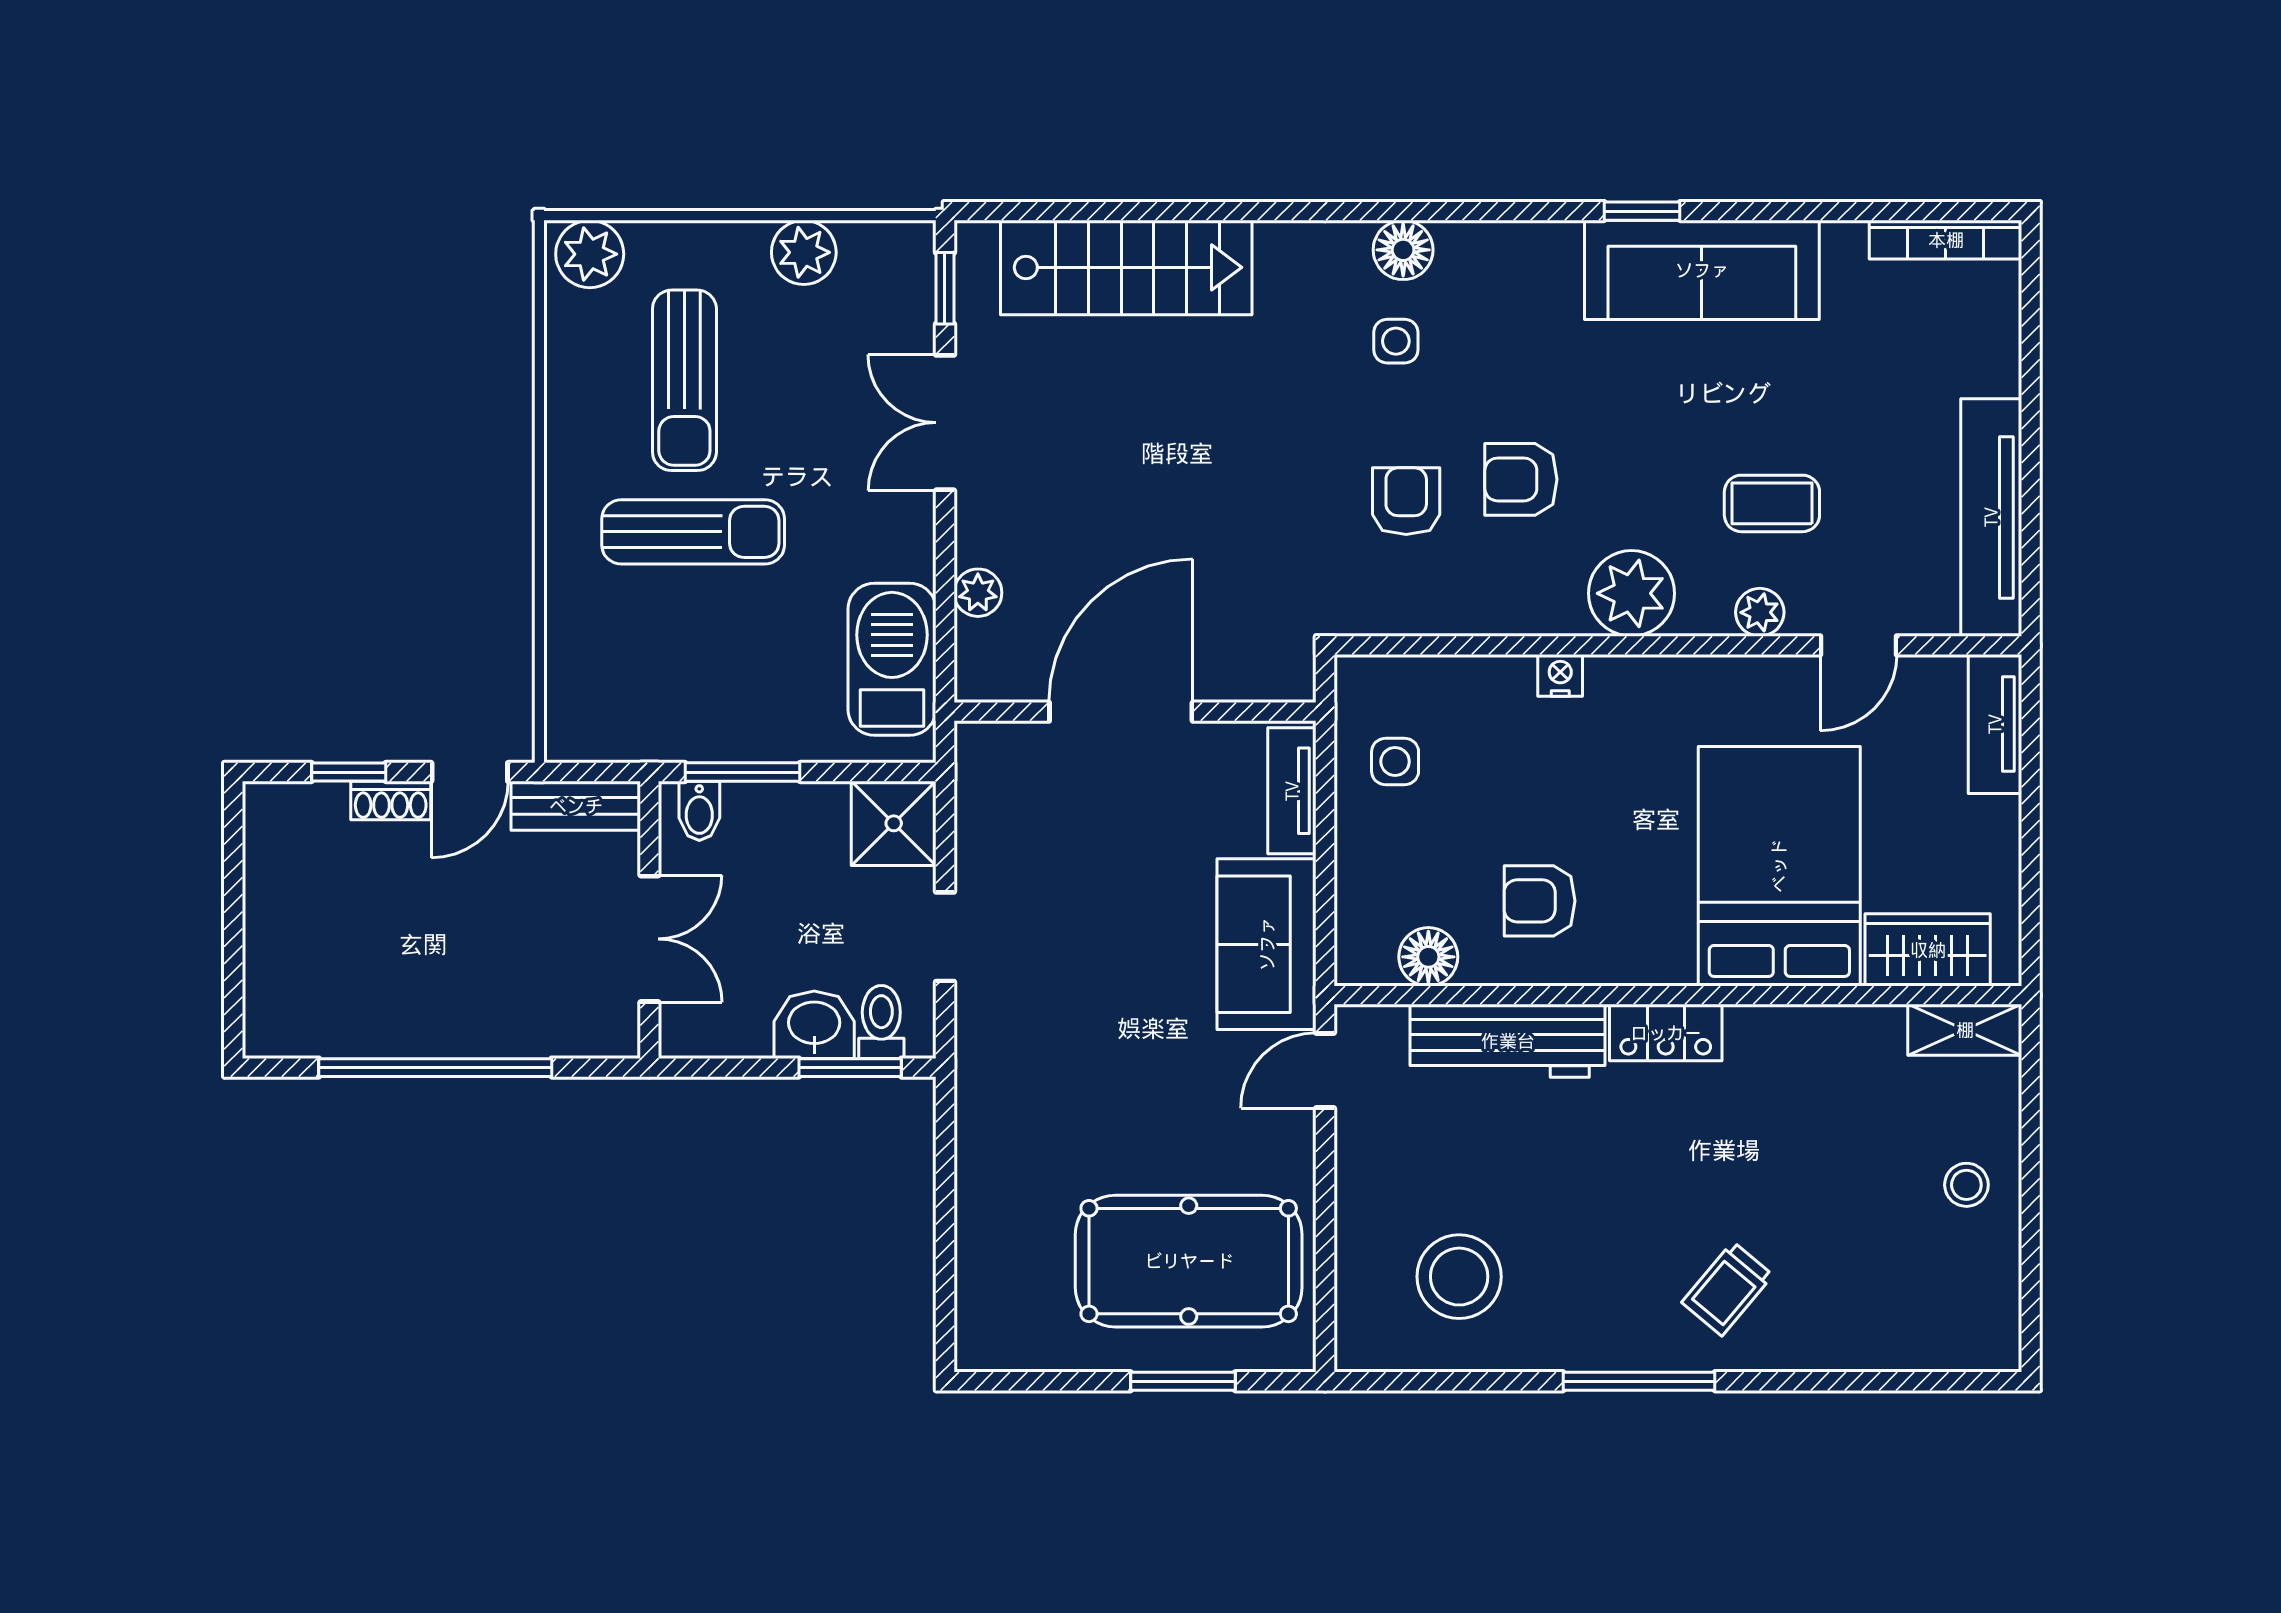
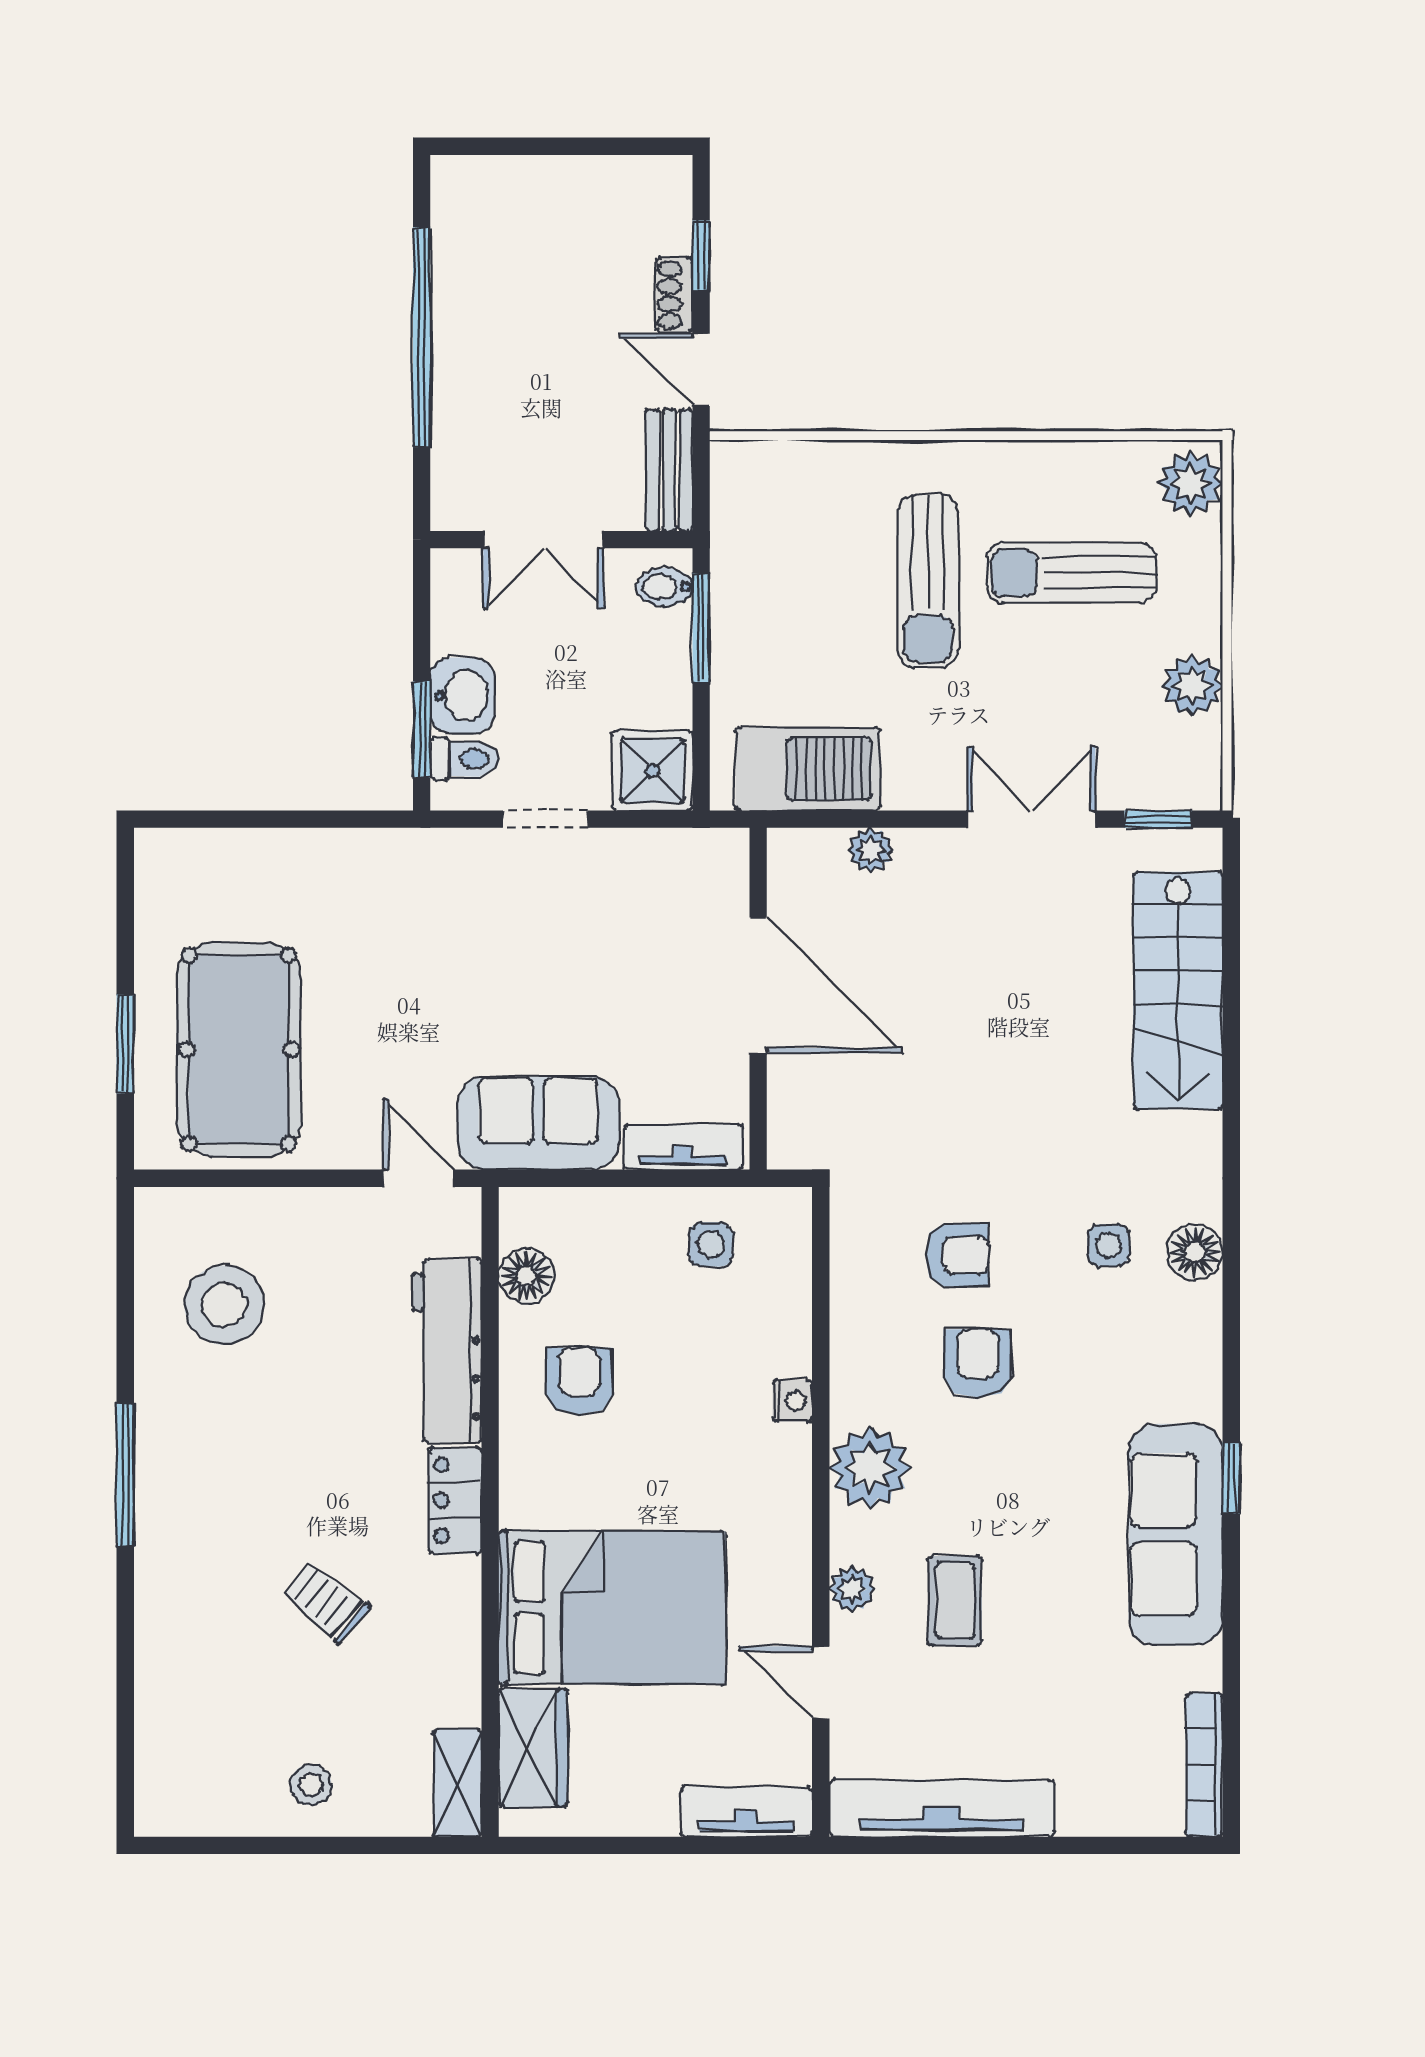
trolley: (1727, 1289) -> (326, 1601), moved

